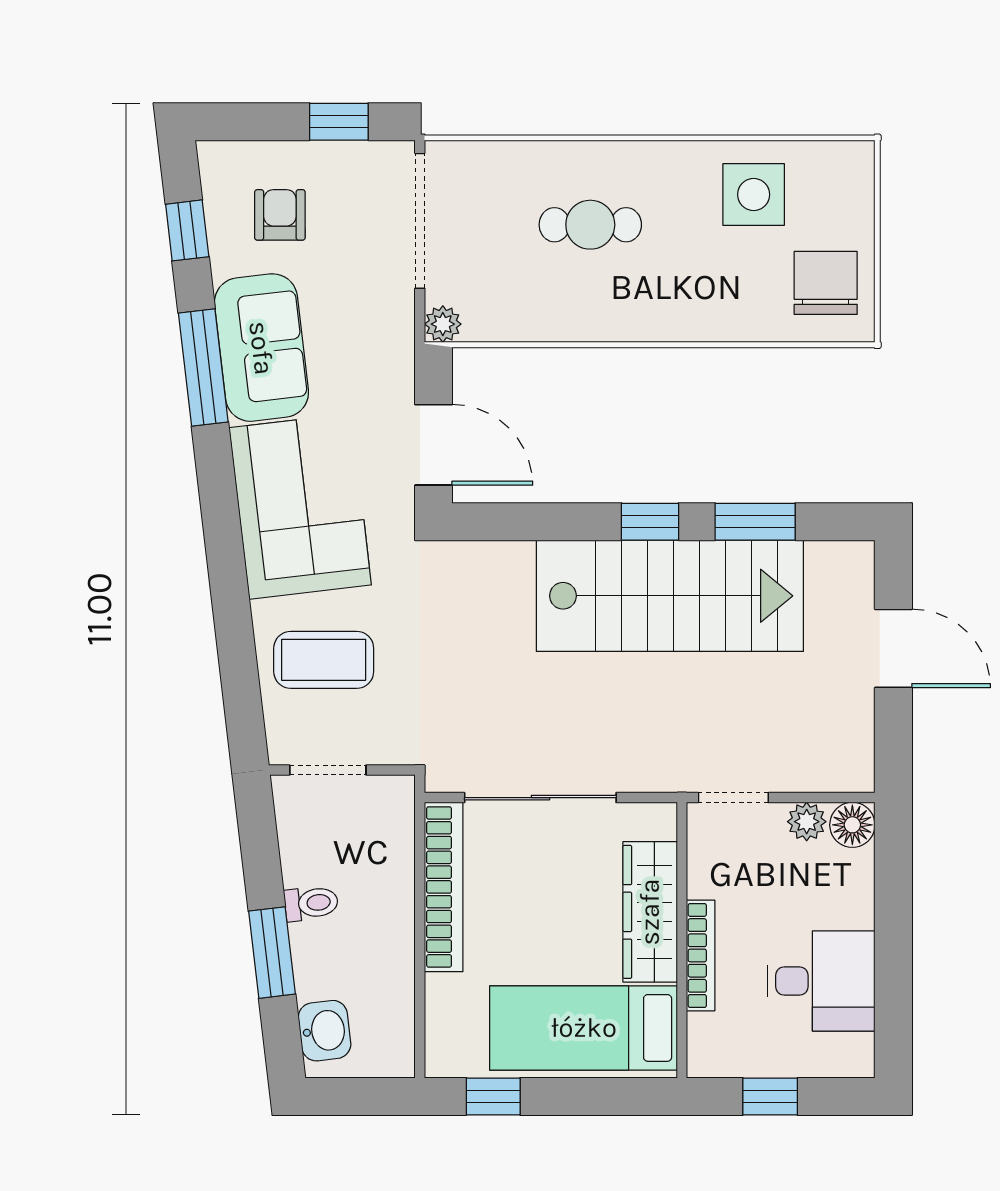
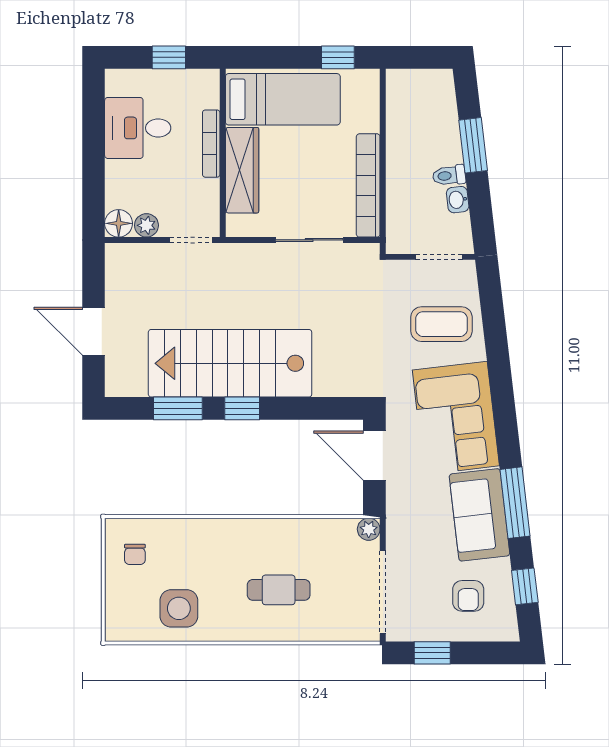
chair: (826, 283) -> (135, 554), width x0.54, depth x0.54
sliding door: (540, 798) -> (309, 240), width x0.73
washbasin: (325, 1031) -> (458, 200), moved, width x0.72, depth x0.69

